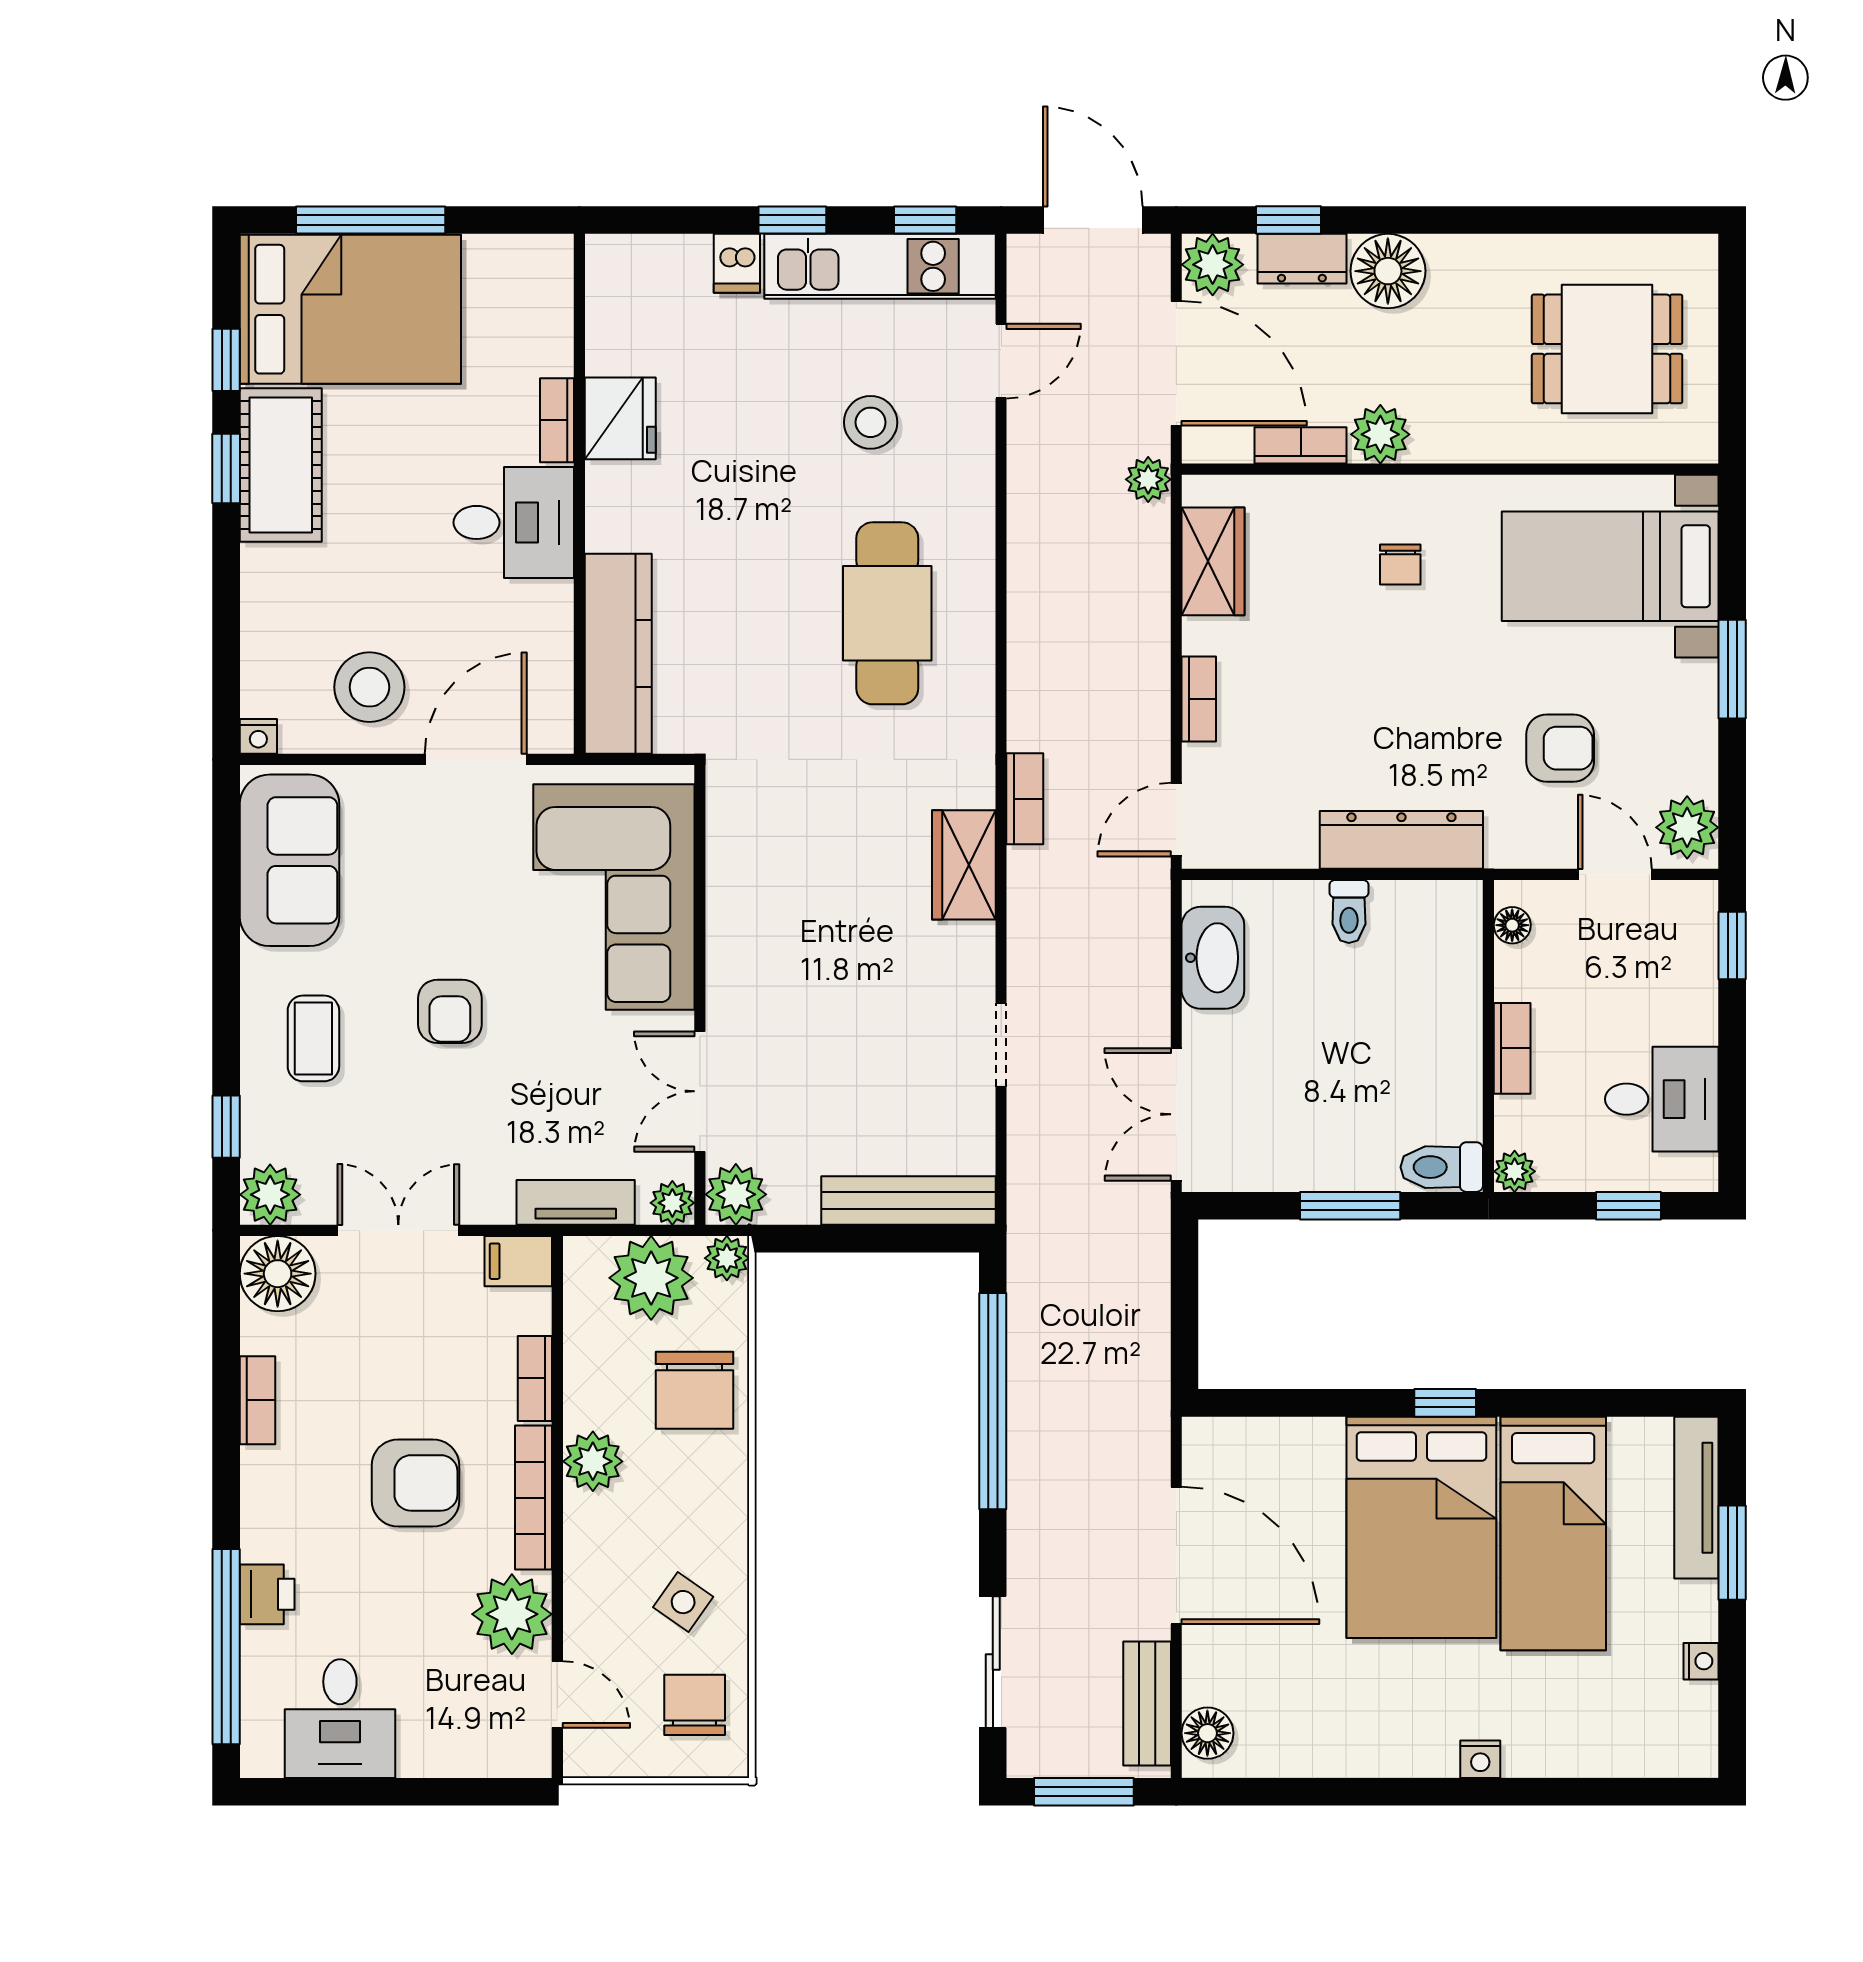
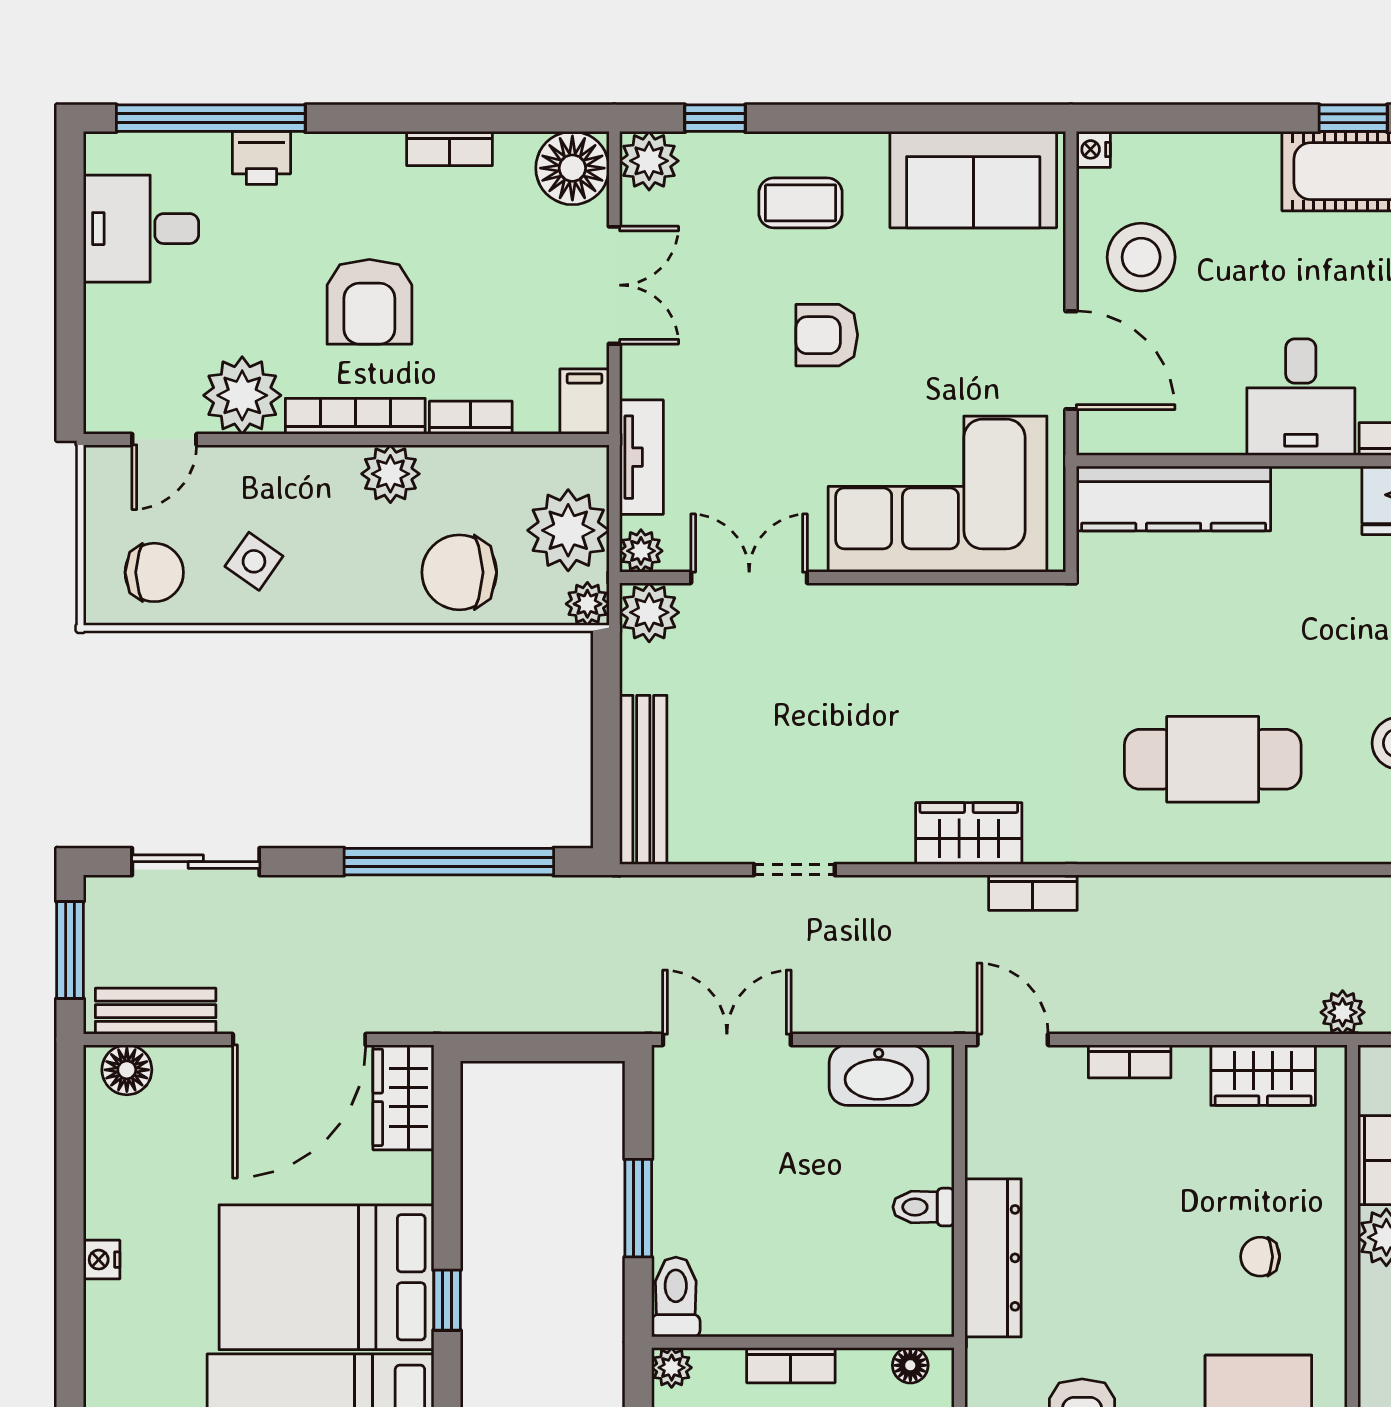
wardrobe: (1236, 1448) -> (403, 1097), added
nightstand: (1480, 1759) -> (102, 1260), moved

